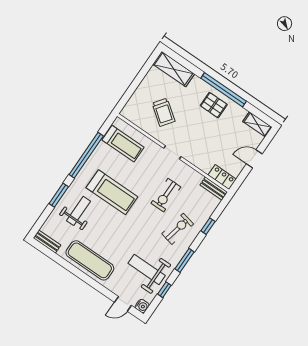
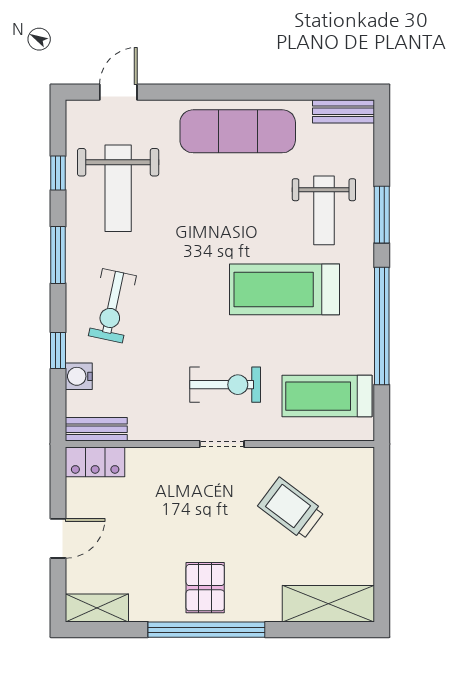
pallet: (214, 105) -> (205, 588), turned 90
exercise bike: (166, 195) -> (225, 385), moved, turned 90
weight bench: (147, 269) -> (118, 188), turned 90
water cooler: (142, 306) -> (79, 376), moved

